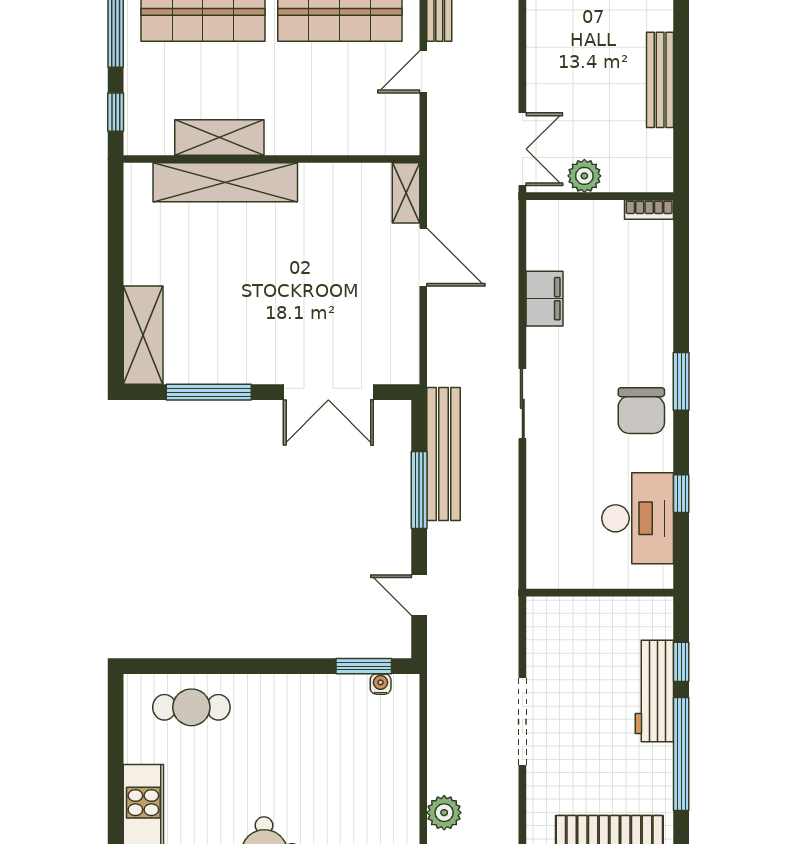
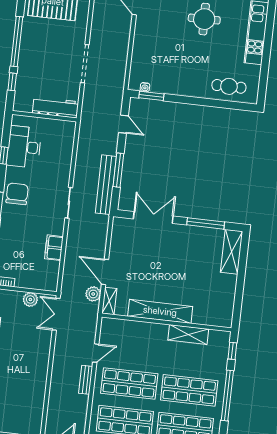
shelving: (225, 182) -> (160, 311), moved
workbench: (654, 691) -> (56, 107), moved, turned -90
plant: (444, 813) -> (93, 294), moved

